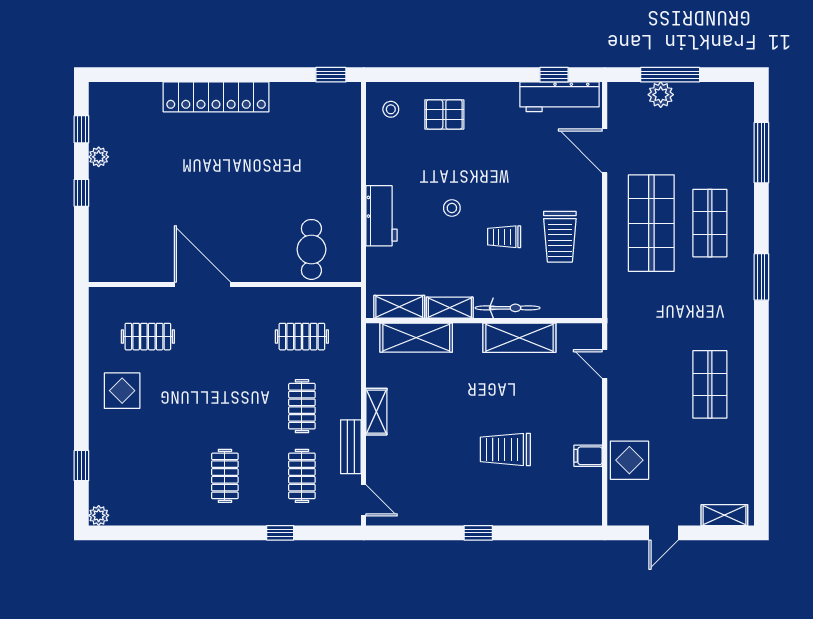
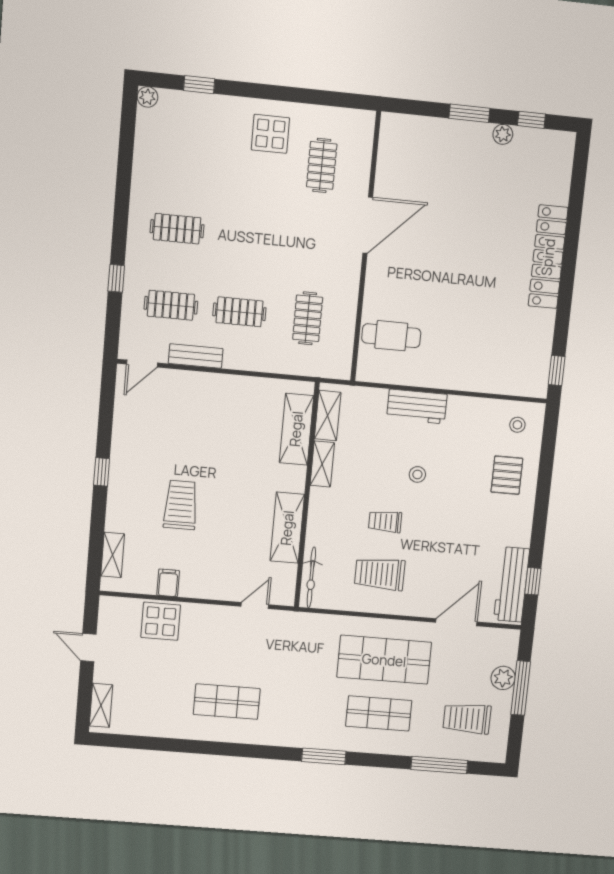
trolley: (708, 129) -> (467, 719), added
window: (81, 193) -> (469, 113), width x1.50
trolley: (504, 237) -> (385, 521), turned -90
bicycle: (508, 308) -> (311, 577), moved
shelving: (376, 412) -> (113, 555), moved, turned 90

